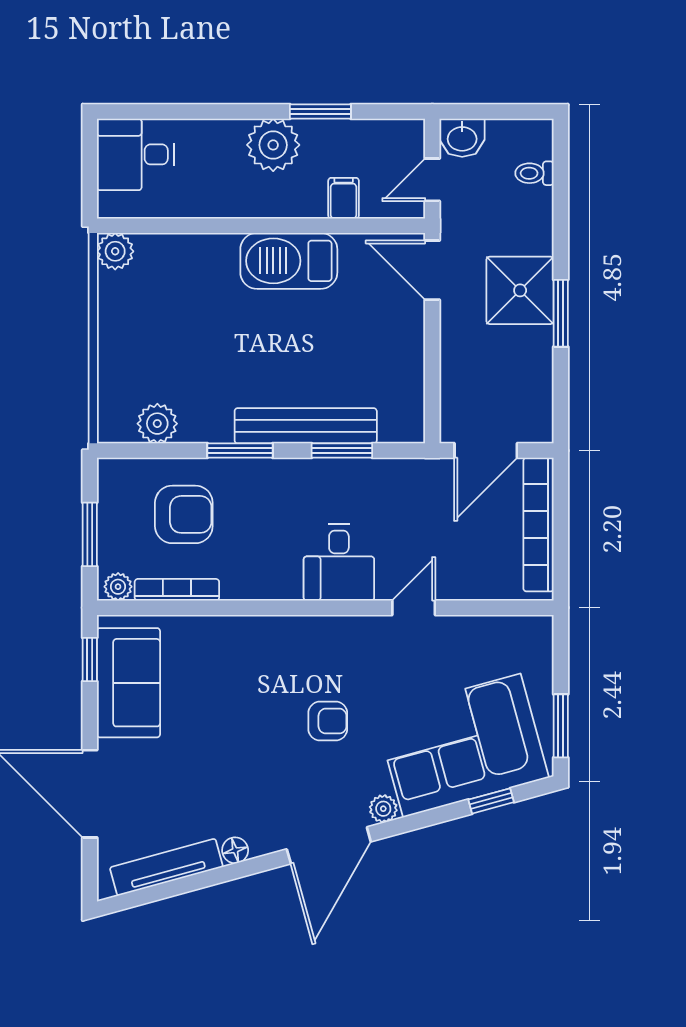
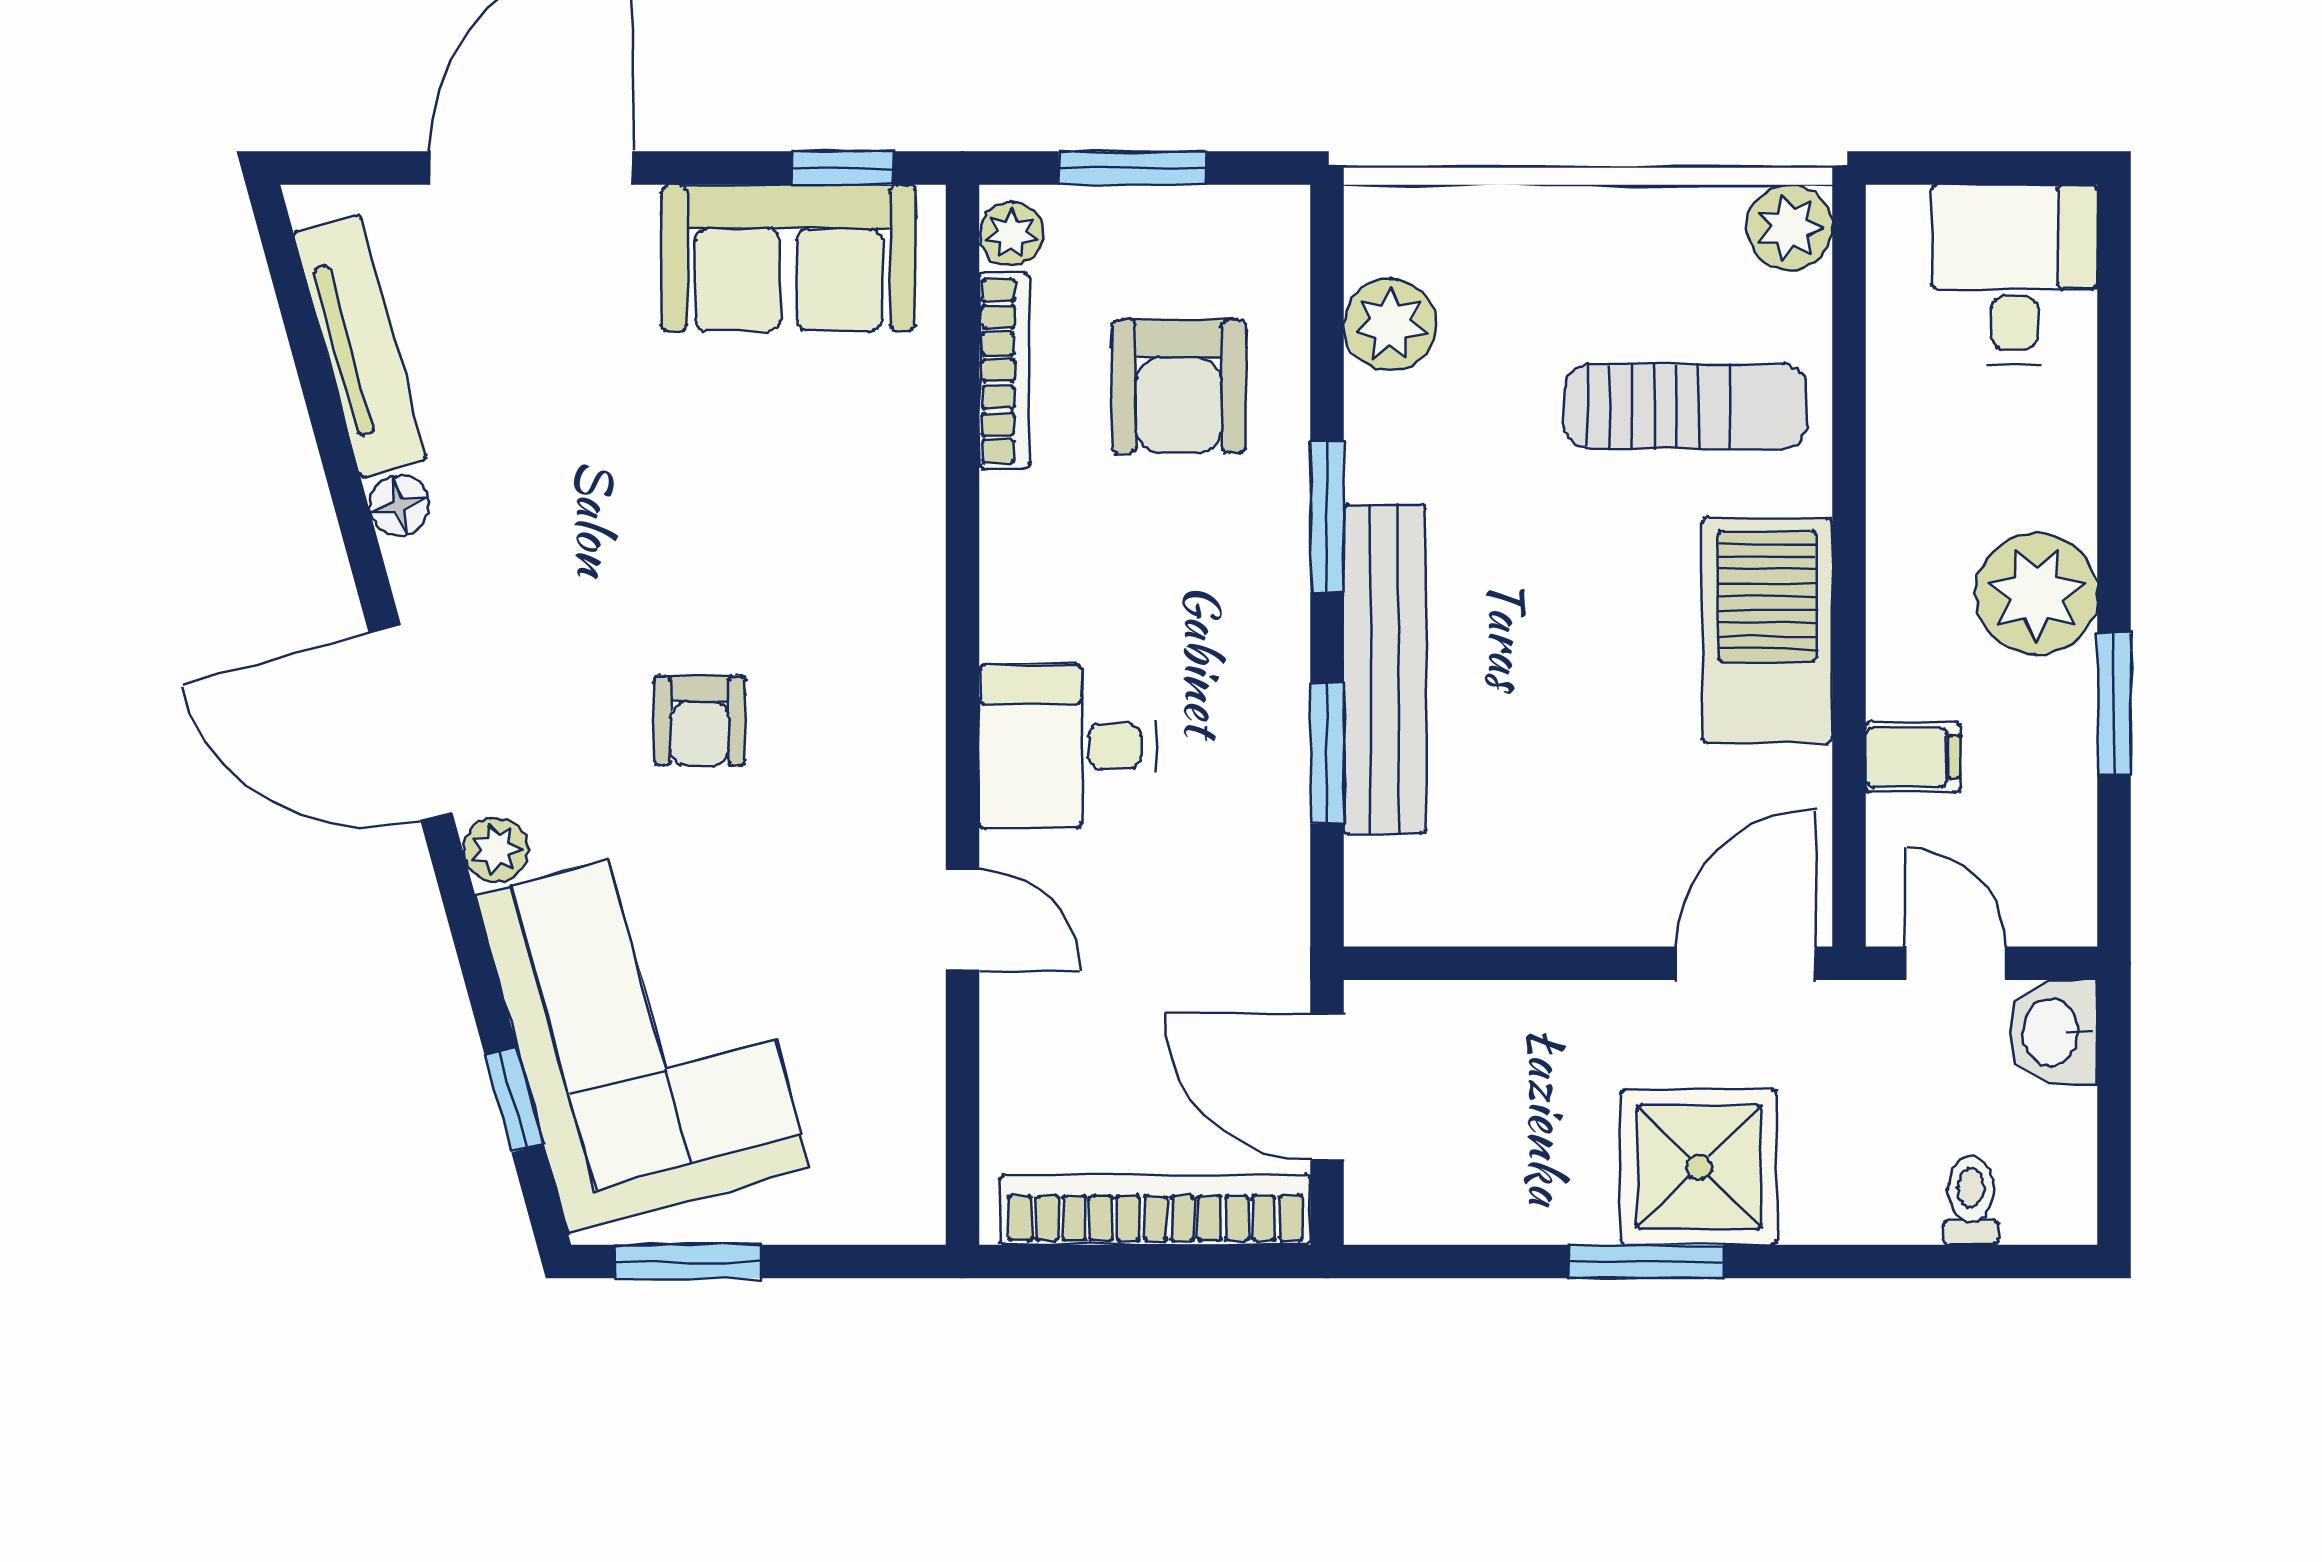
sun lounger: (192, 296) -> (1686, 406), added

